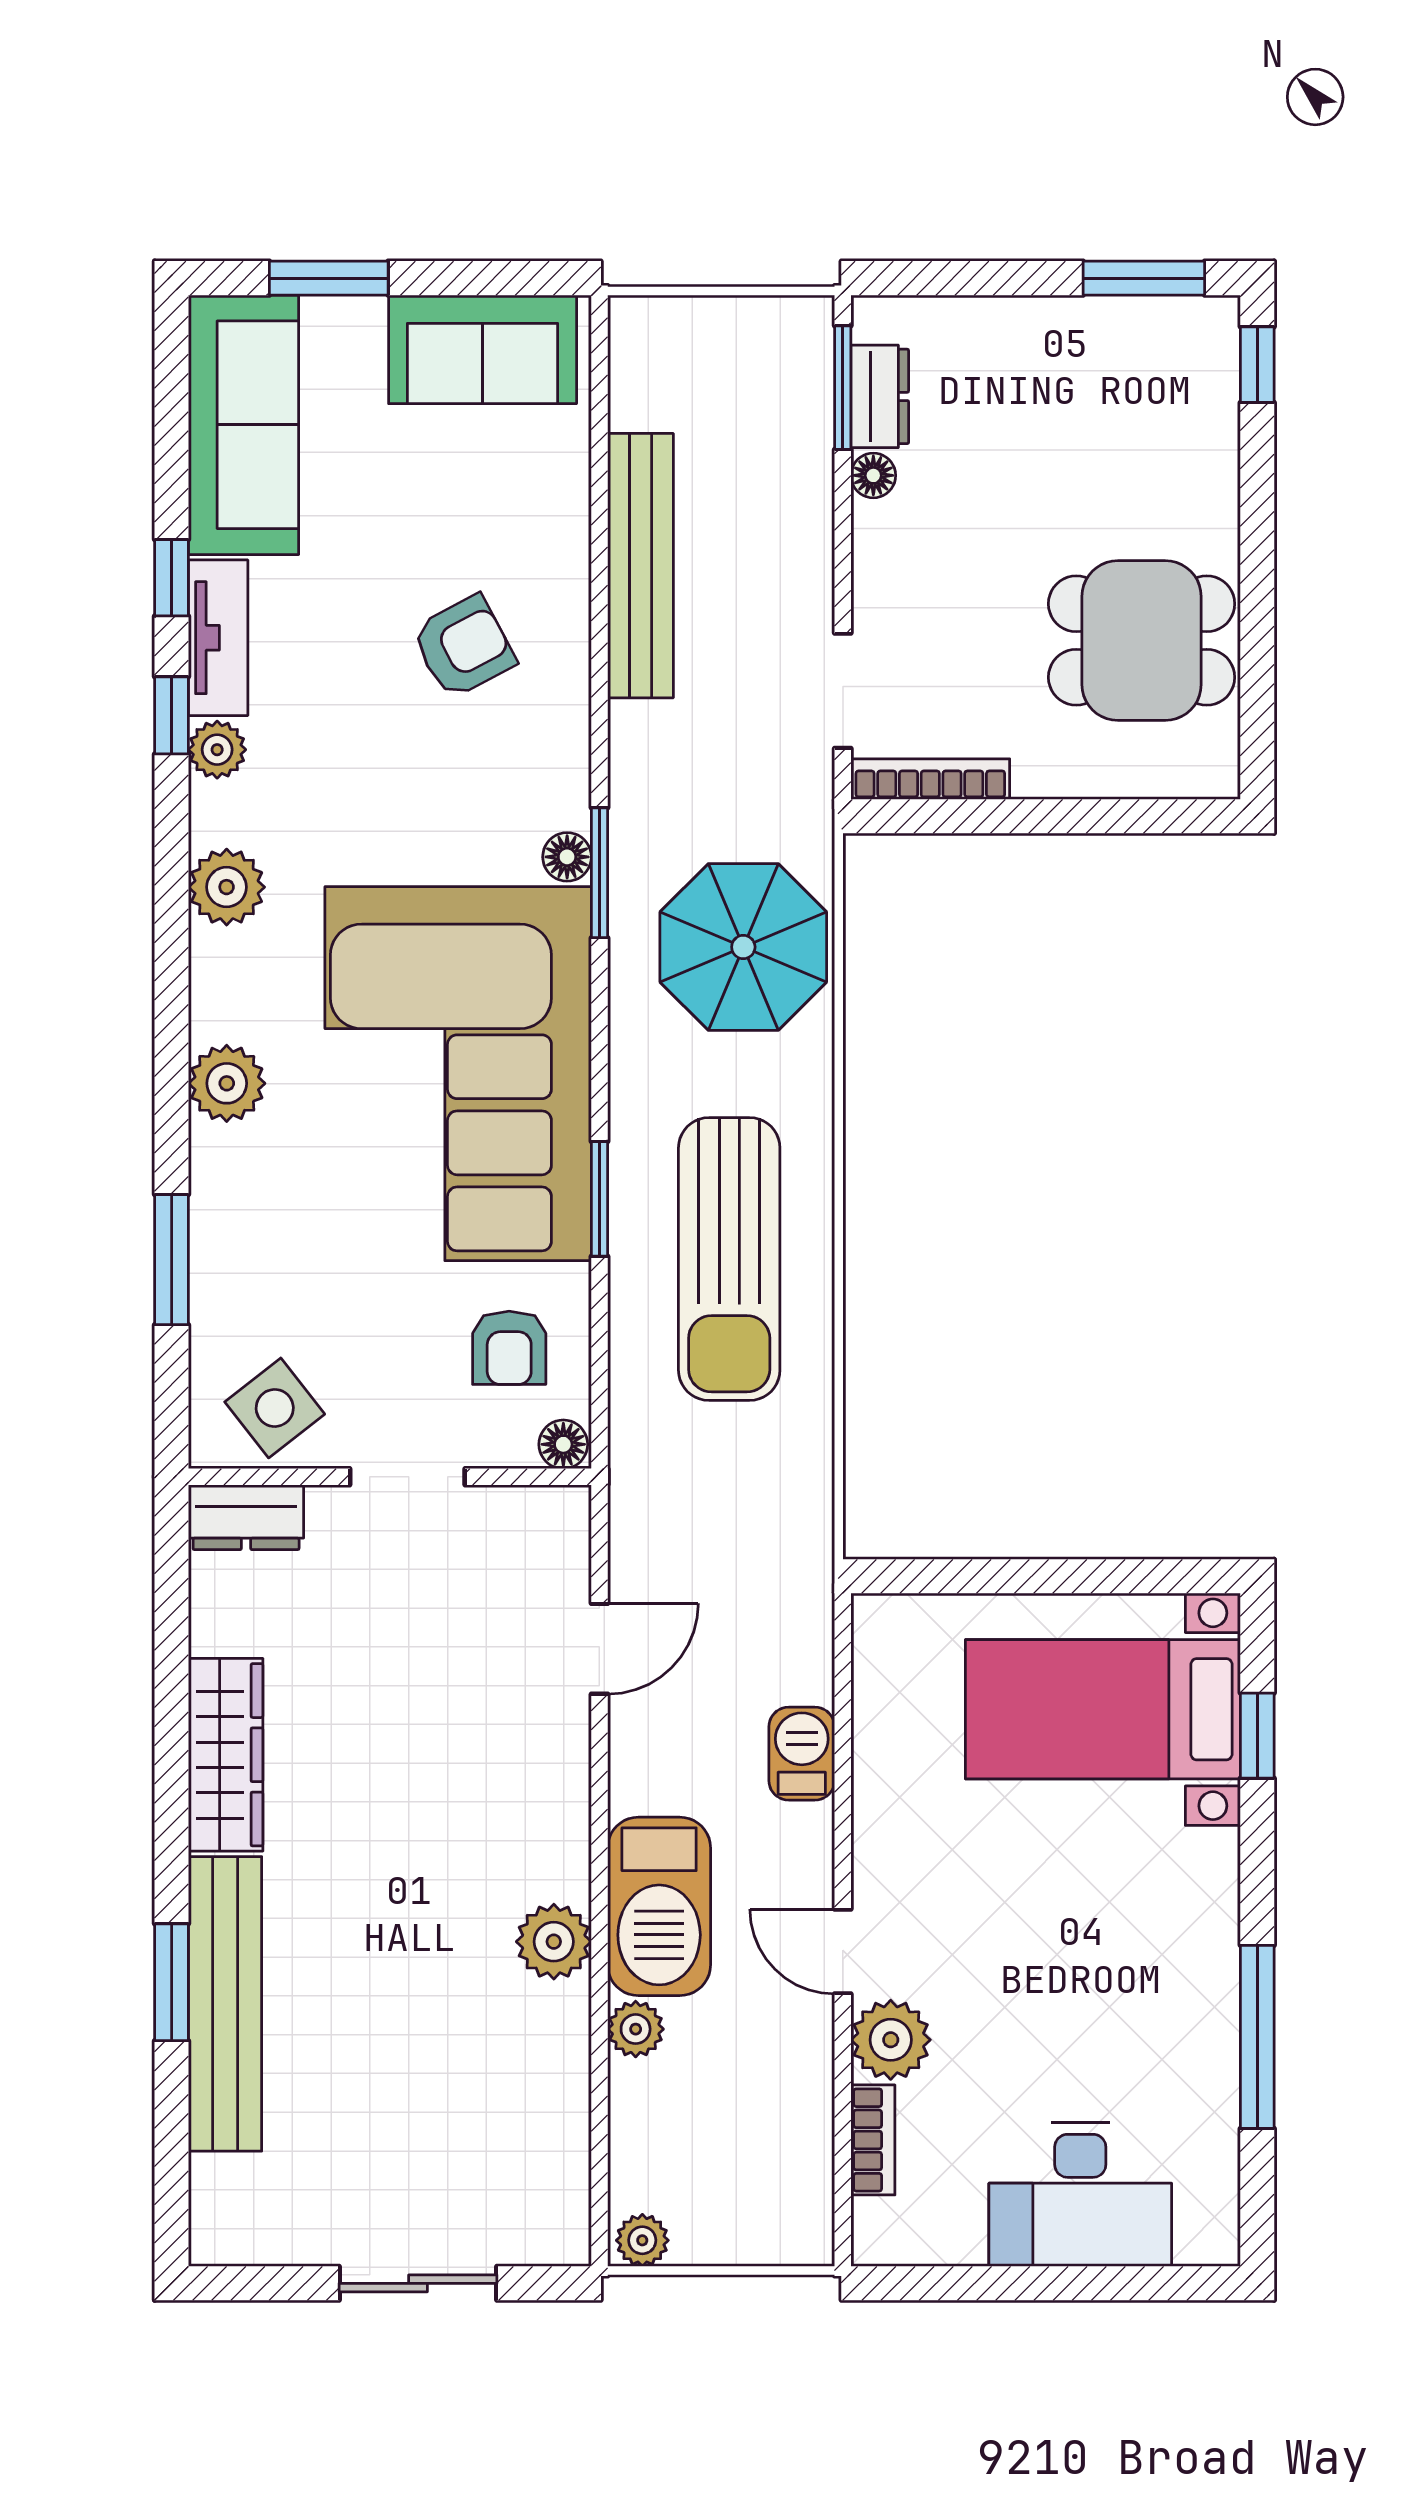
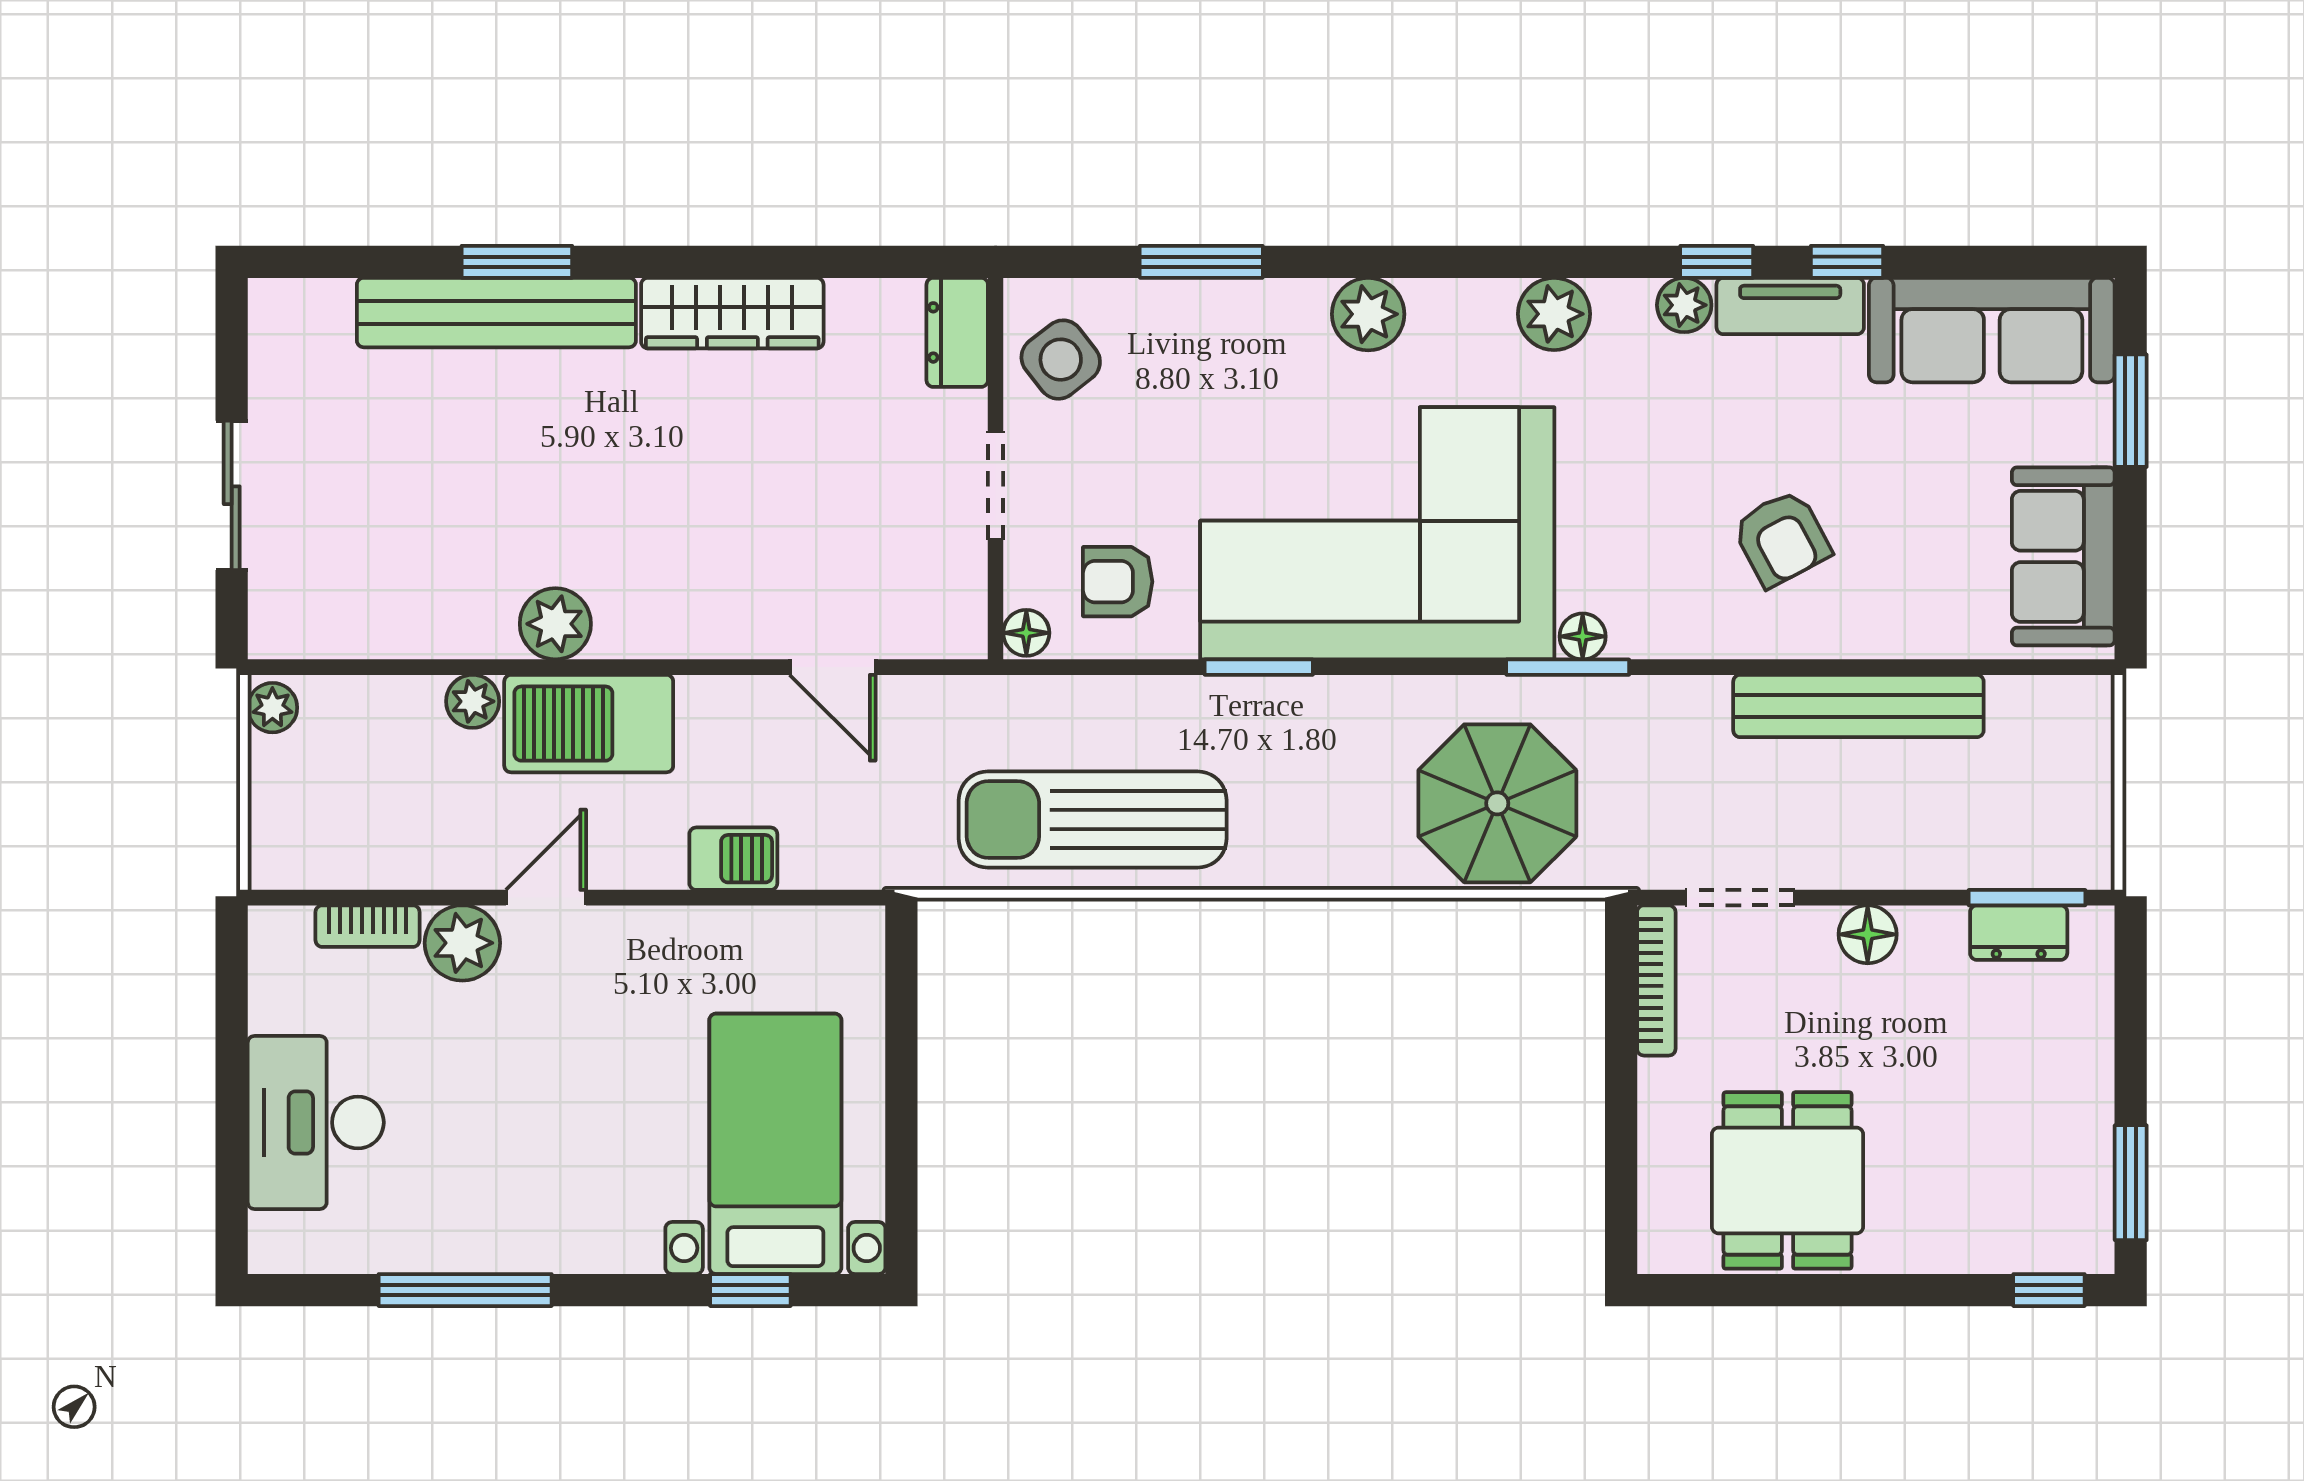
floor lamp: (873, 475) -> (1868, 934), moved, width x1.37, depth x1.37
sun lounger: (729, 1259) -> (1093, 819), moved

